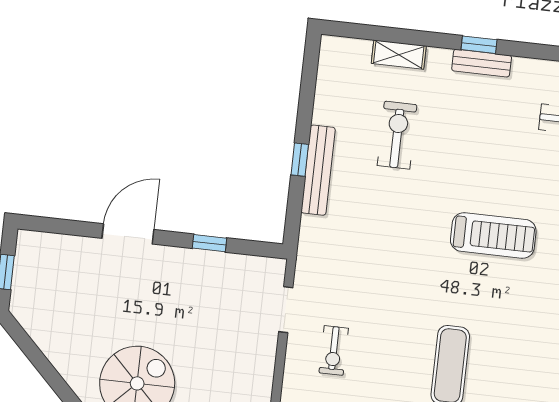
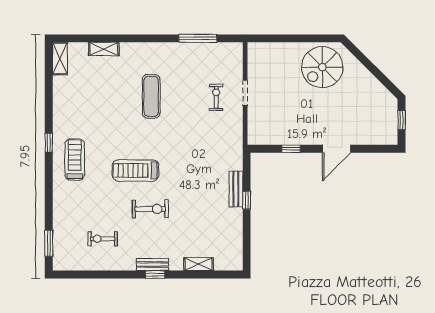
exercise bike: (397, 135) -> (150, 209), moved, turned -90
bench: (318, 170) -> (236, 189), width x0.73
doorway: (286, 310) -> (245, 93), moved

